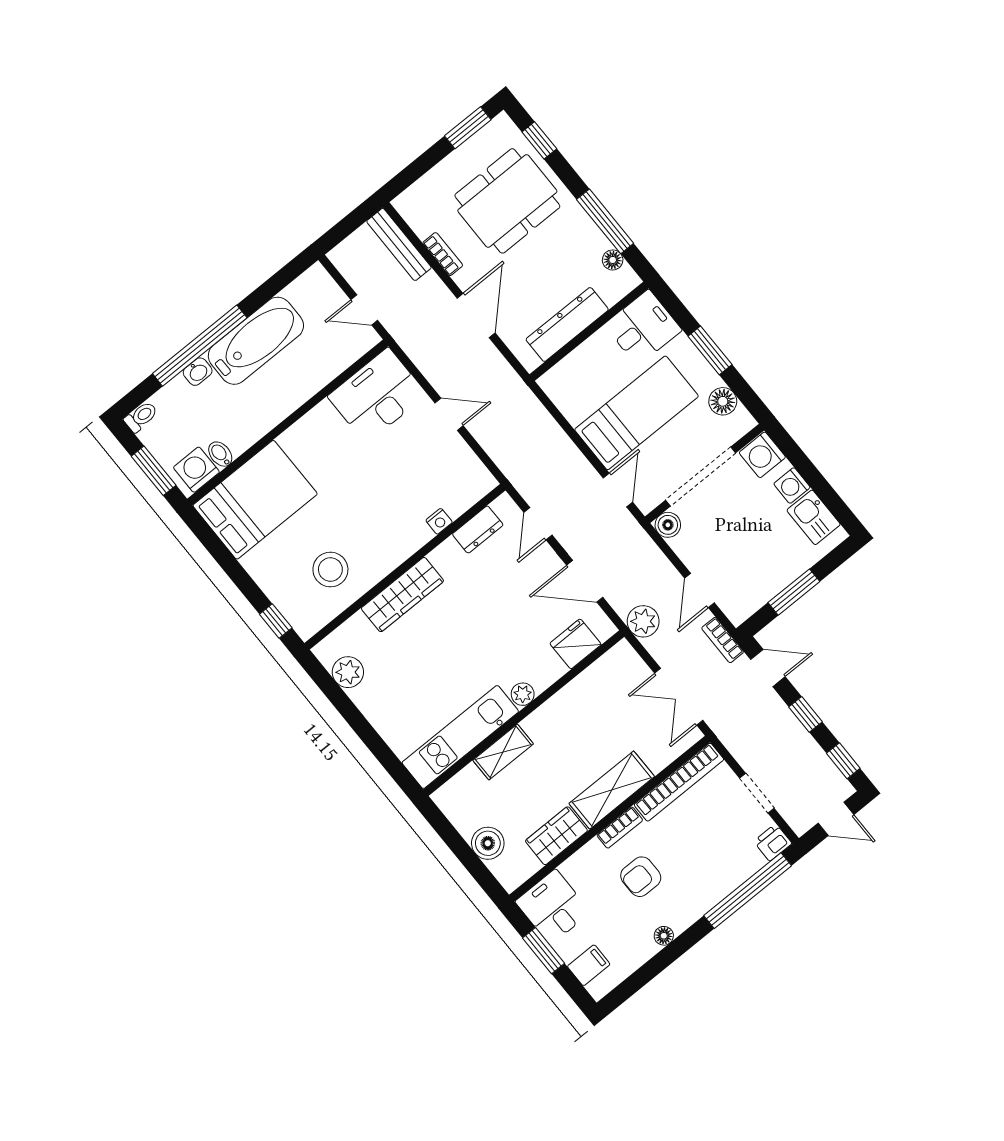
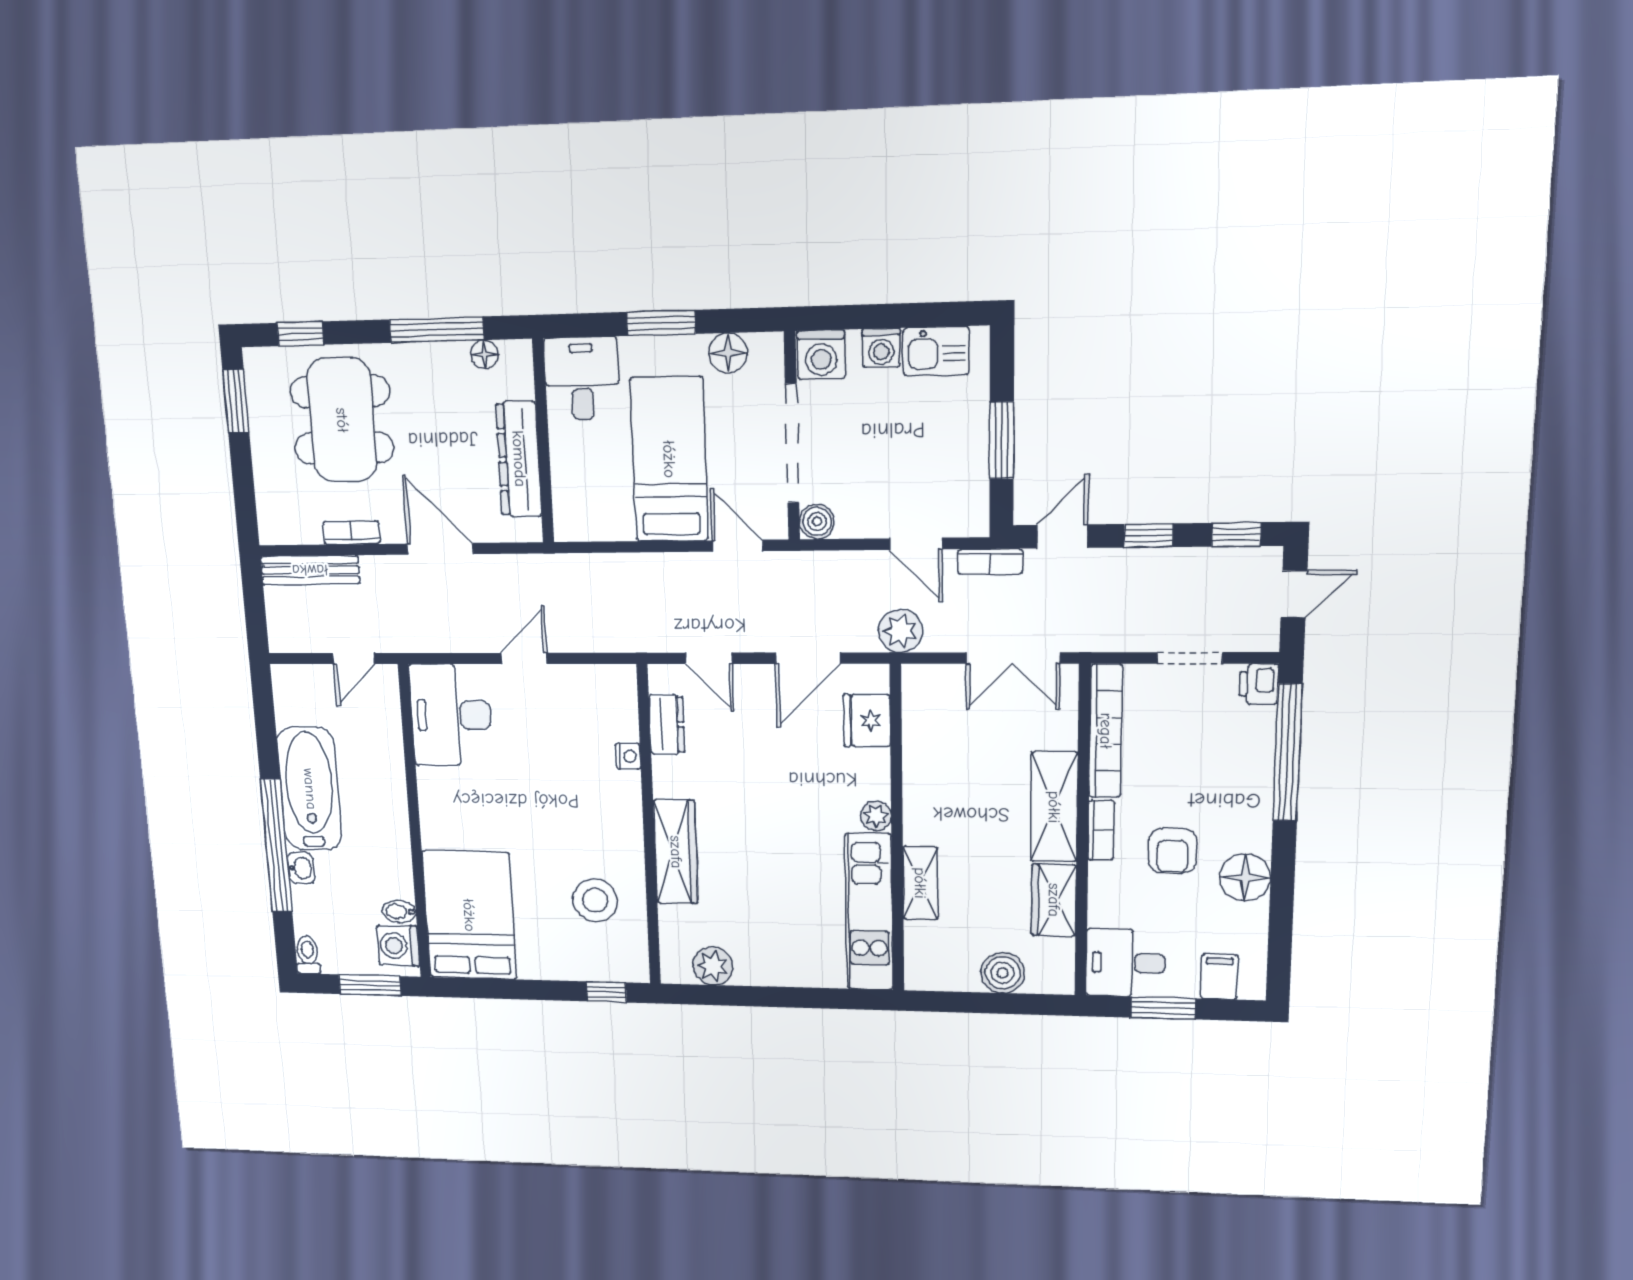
floor lamp: (664, 936) -> (1245, 877), width x1.89, depth x1.89

